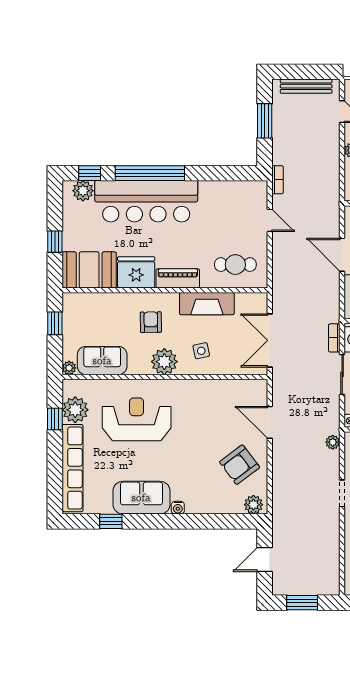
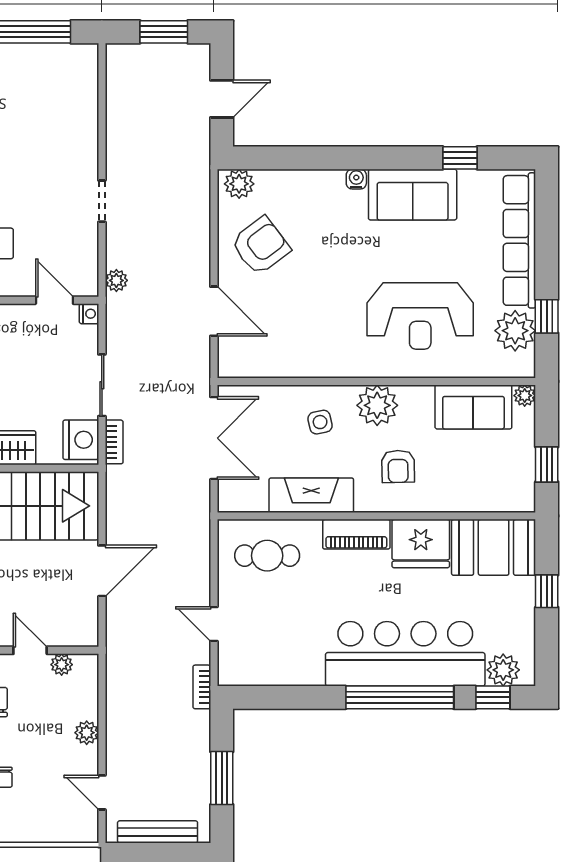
door: (342, 255) -> (102, 571), hinge flipped

